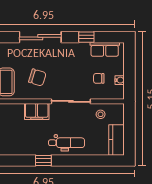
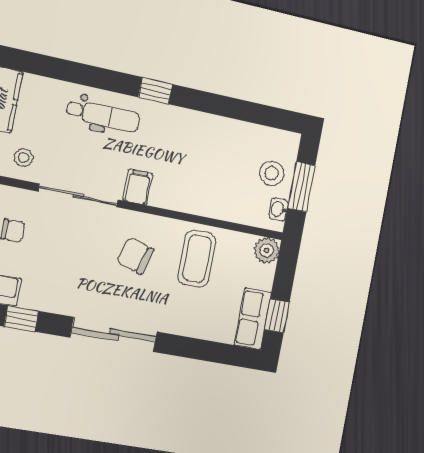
filing cabinet: (37, 111) -> (138, 187), width x0.50
dental chair: (67, 143) -> (103, 116), turned 180

